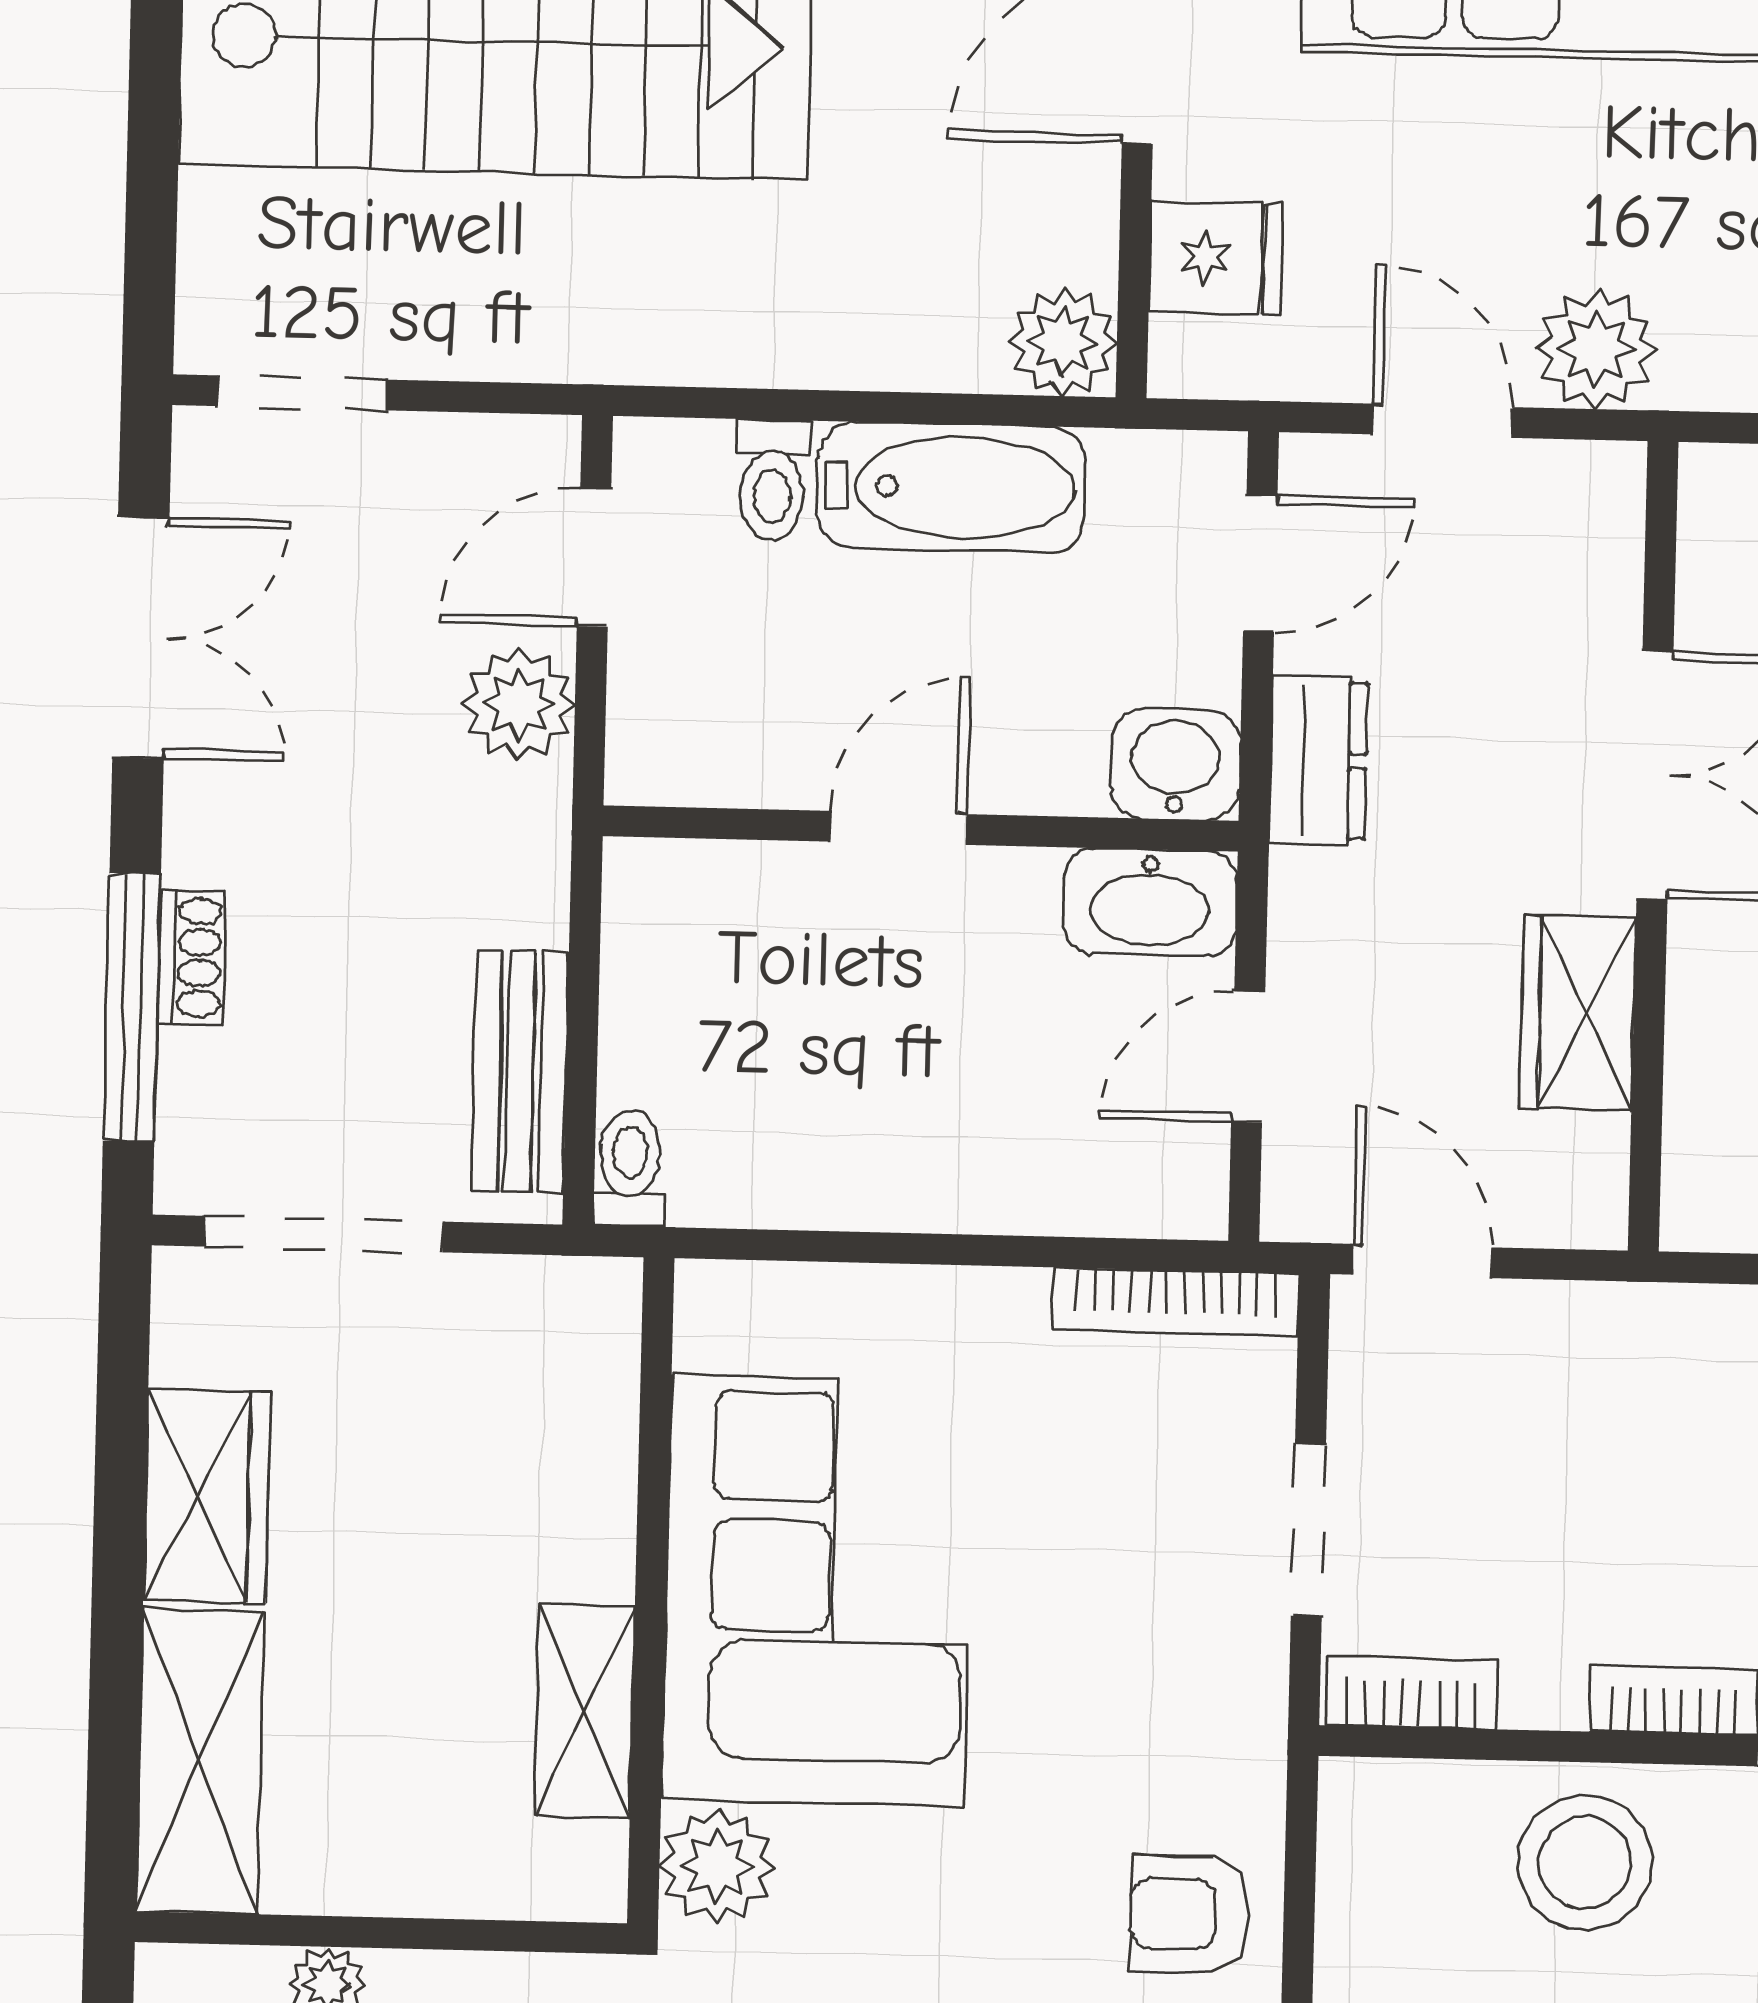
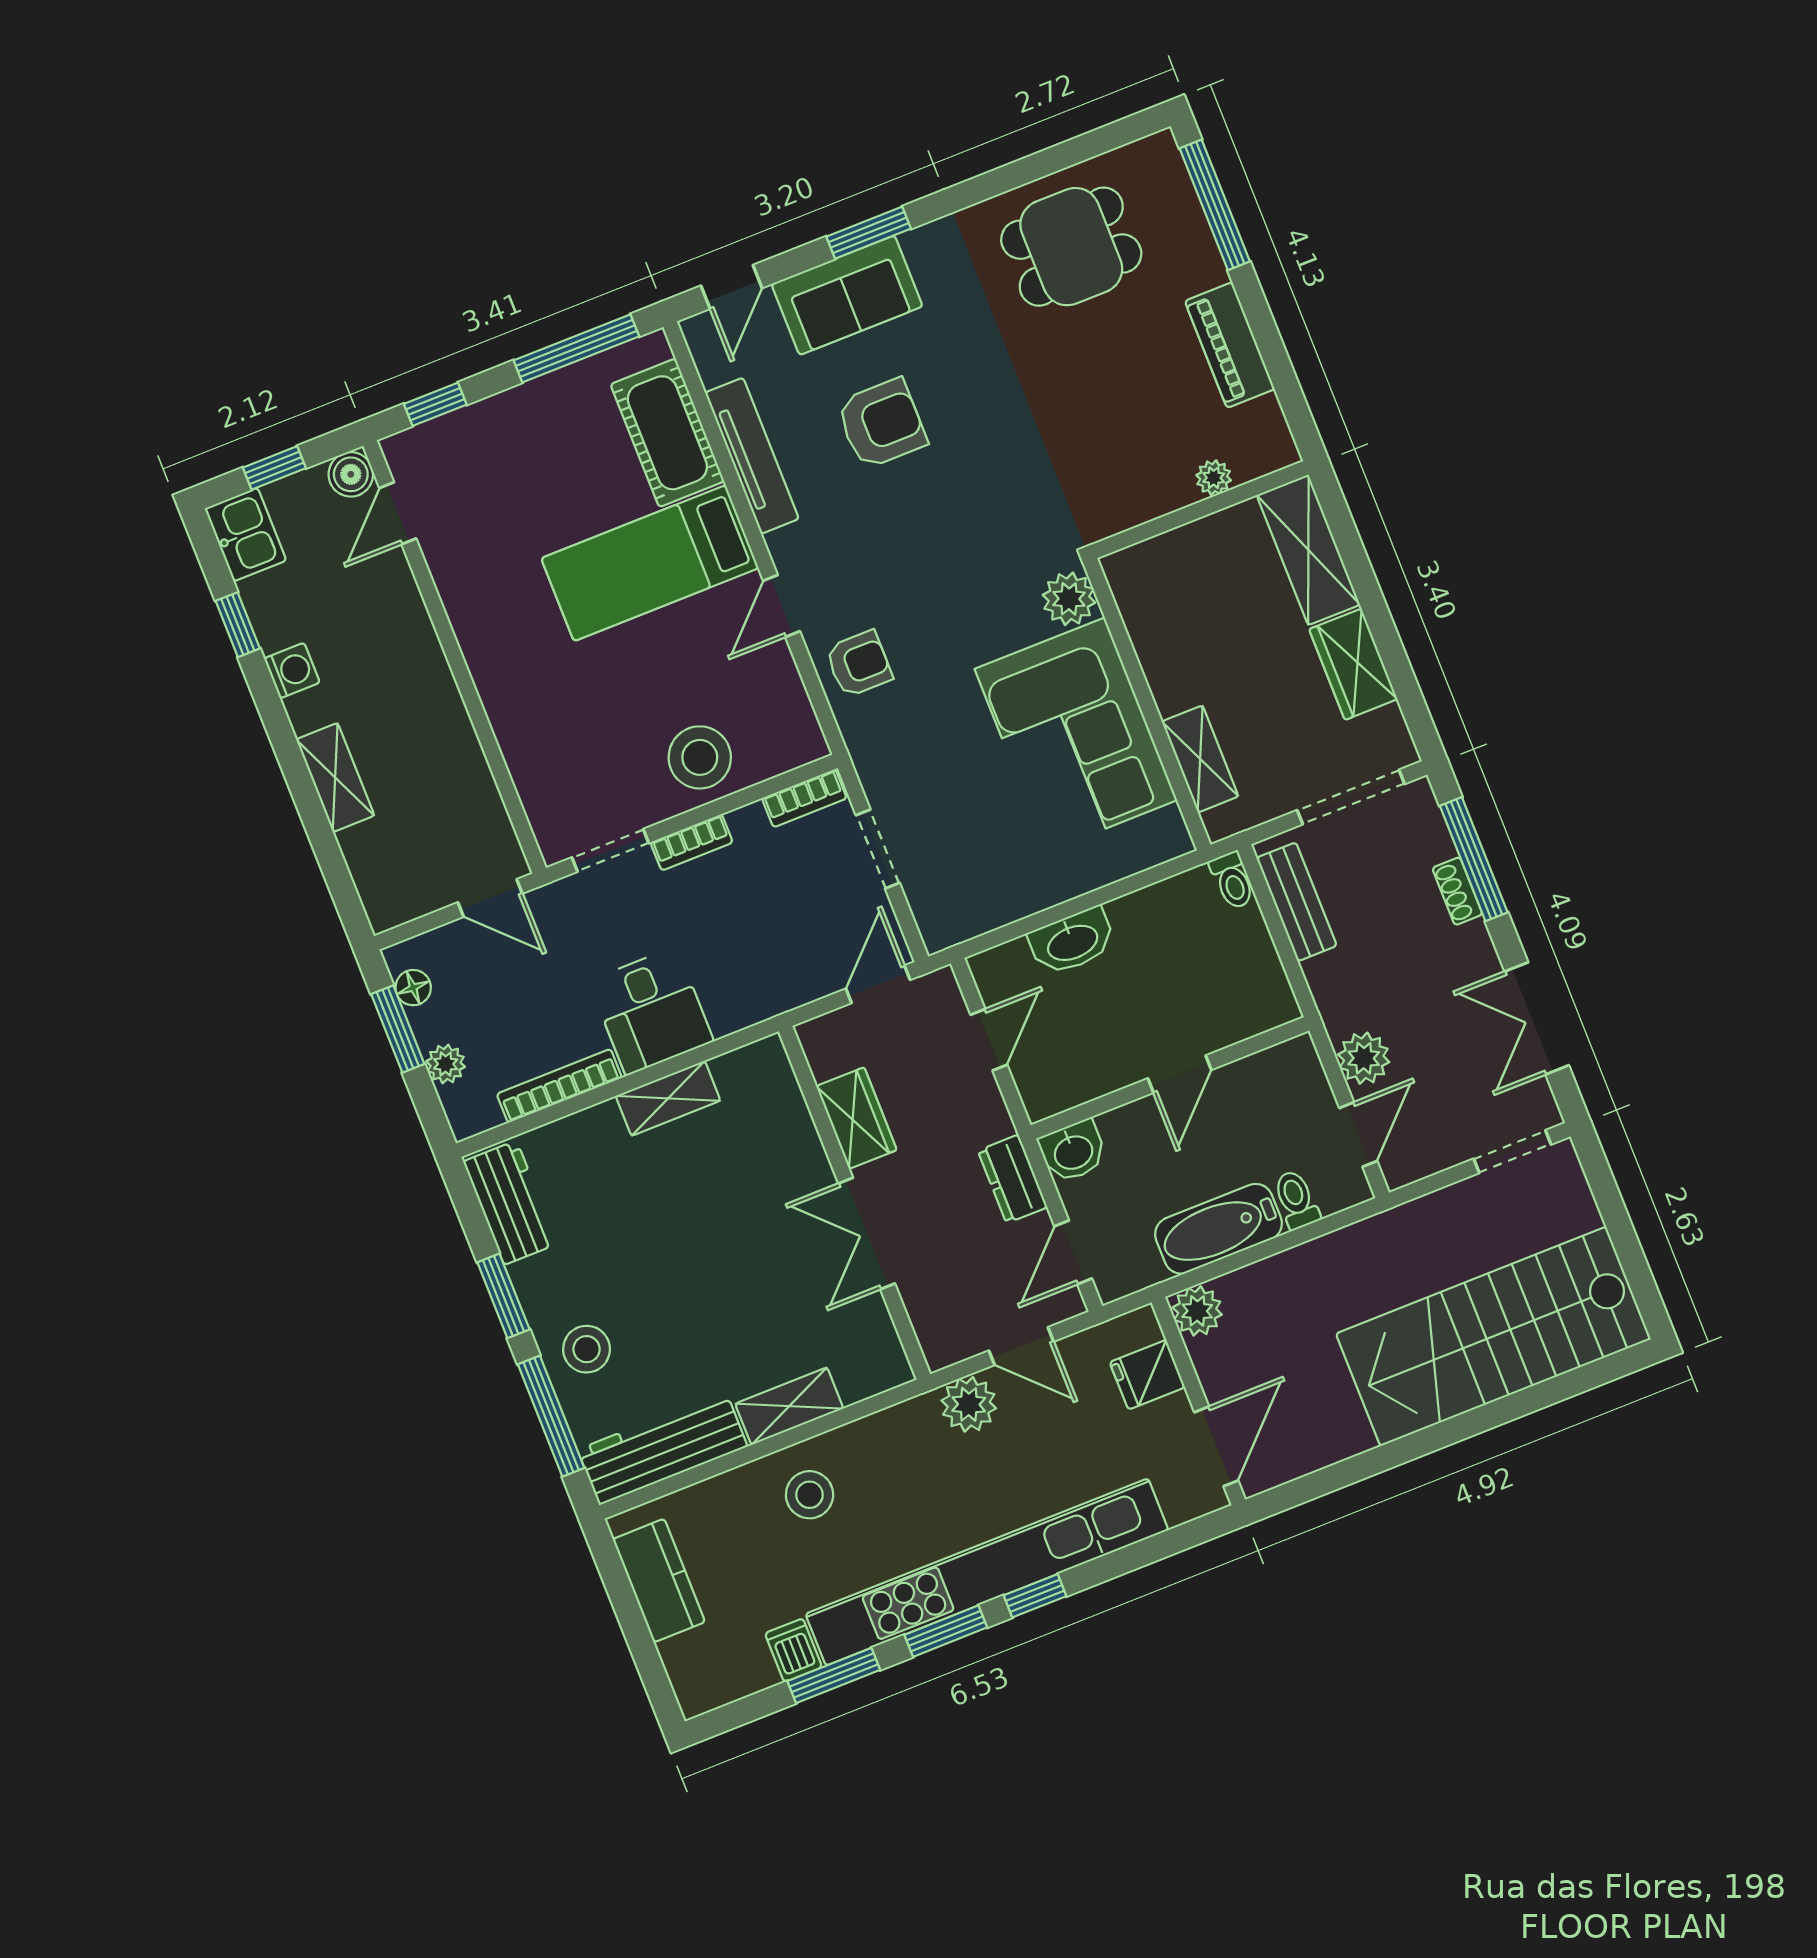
washbasin: (1150, 902) -> (1072, 941), moved, turned 180
door: (1422, 1261) -> (878, 984), swing flipped
bookcase: (1176, 1302) -> (975, 922), removed
shelving: (585, 1711) -> (1200, 759), moved

